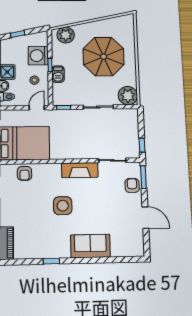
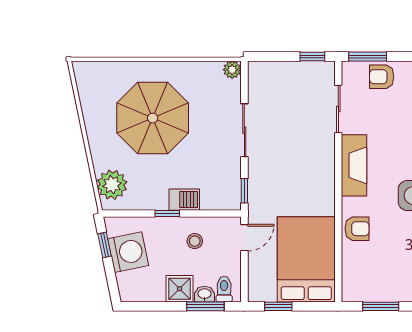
window: (18, 34) -> (105, 245), moved
washing machine: (38, 56) -> (128, 252), moved, turned -102
plant: (128, 96) -> (232, 70), width x0.53, depth x0.53
door: (37, 108) -> (244, 238), swing flipped
armchair: (25, 173) -> (357, 229), moved

